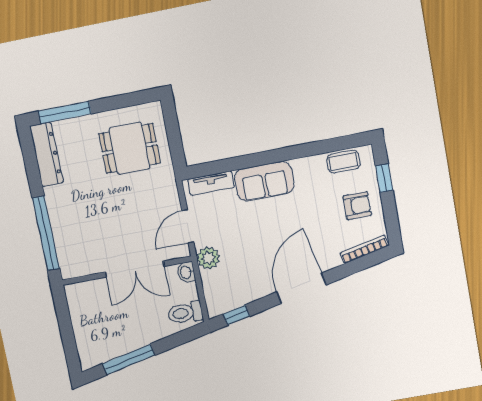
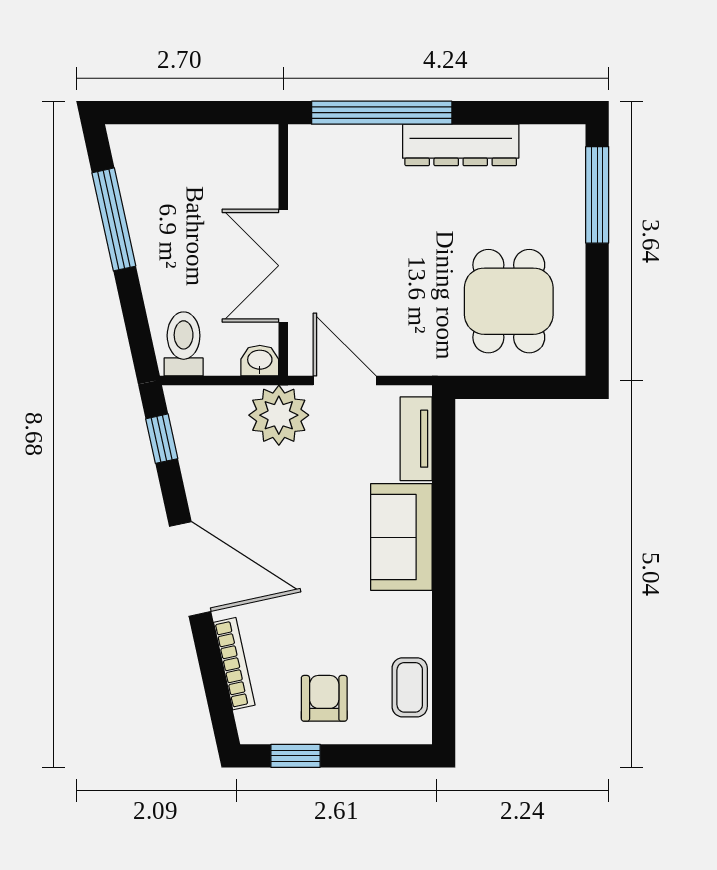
dresser: (47, 154) -> (461, 145), moved
window: (384, 178) -> (296, 756), moved
armchair: (357, 206) -> (324, 698), turned 180
bookcase: (364, 249) -> (234, 664), moved
plant: (208, 258) -> (279, 415), width x1.36, depth x1.36

